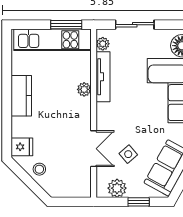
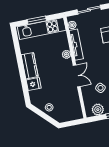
window: (66, 25) -> (37, 20), moved
fridge: (22, 147) -> (34, 84), moved
double door: (94, 149) -> (77, 76), moved

